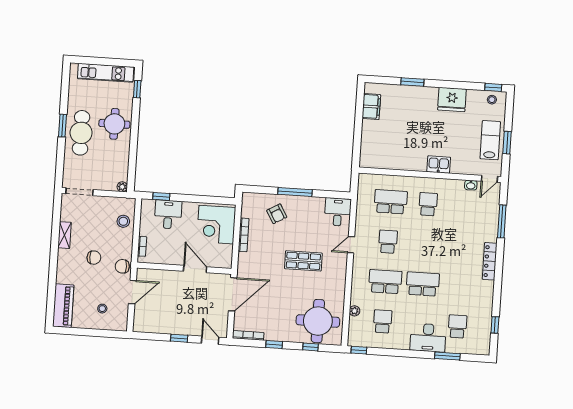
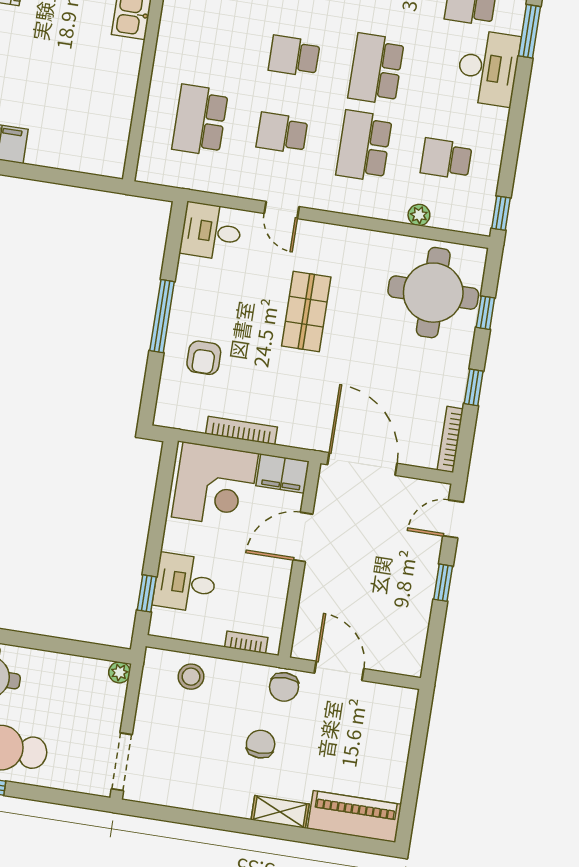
school desk: (428, 204) -> (294, 56), moved
armchair: (277, 214) -> (204, 358), turned 120
shelving: (65, 235) -> (280, 812), moved
filing cabinet: (225, 256) -> (282, 474), added
stool: (102, 309) -> (368, 736), removed

